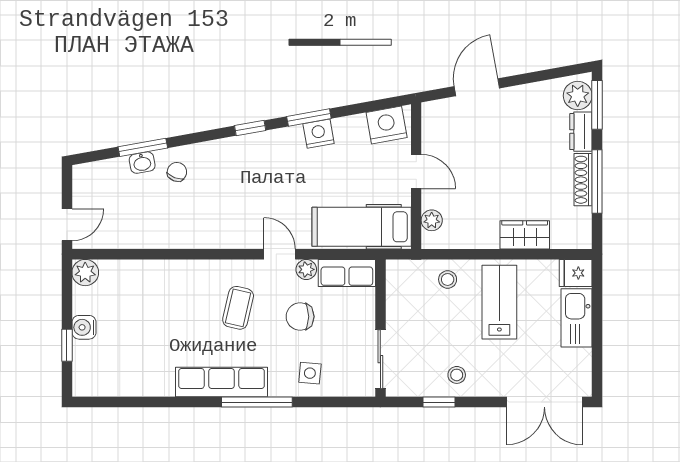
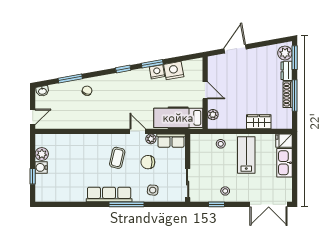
nightstand: (387, 125) -> (174, 71), moved
washbasin: (142, 163) -> (42, 91), moved
plant: (85, 273) -> (42, 154), moved

